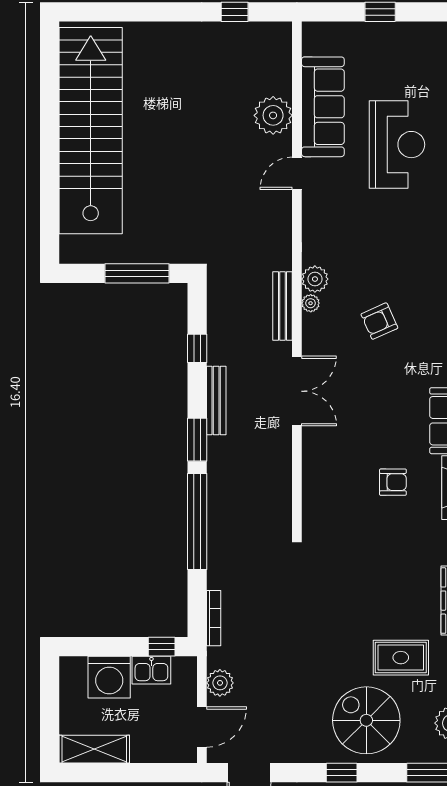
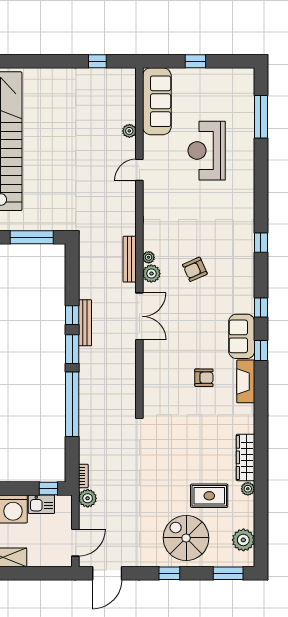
sofa: (323, 107) -> (157, 101), moved
plant: (273, 115) -> (129, 131), width x0.53, depth x0.53
reception desk: (397, 145) -> (207, 151), turned 180
plant: (315, 279) -> (151, 274), moved
window: (197, 348) -> (72, 315), moved
bookcase: (214, 618) -> (83, 476), width x0.64
plant: (220, 683) -> (88, 498), moved

